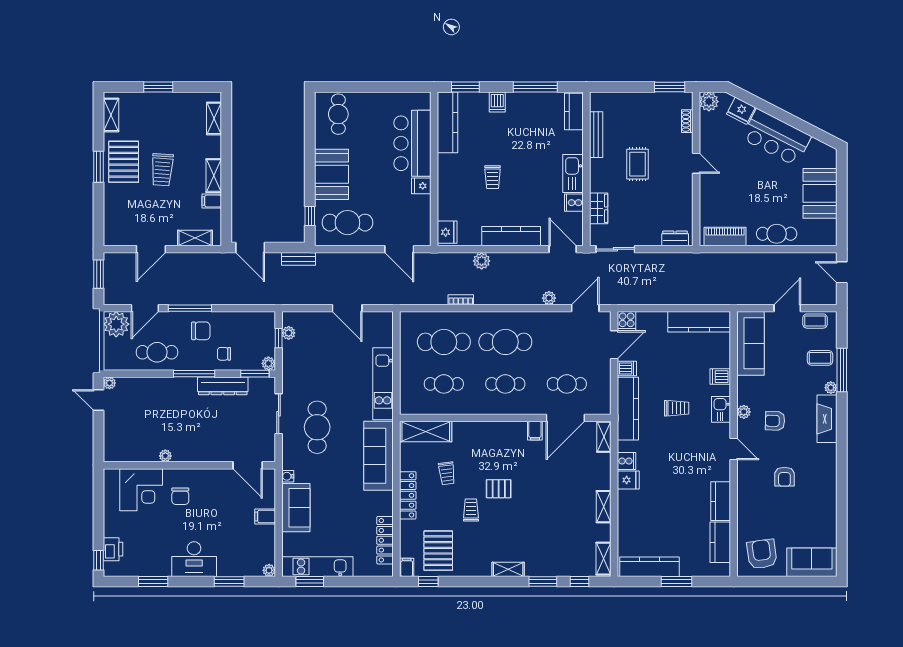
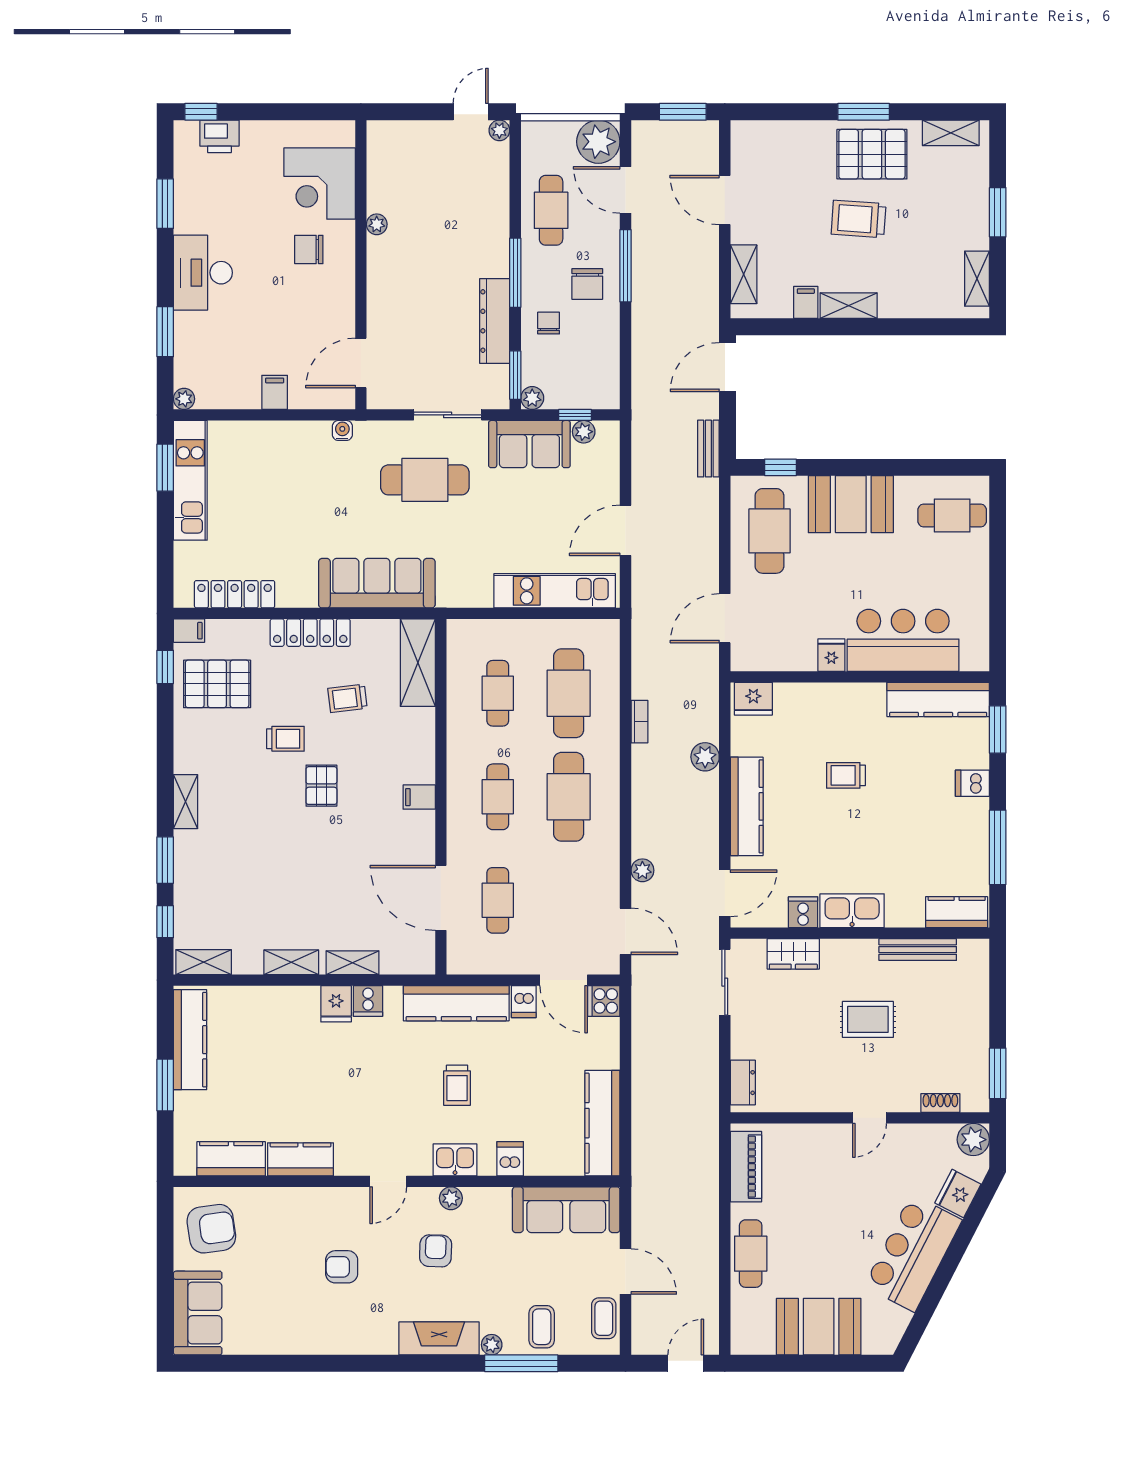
shelving: (214, 118) -> (977, 279), moved, turned 90
kitchen unit: (383, 384) -> (555, 591), moved
filing cabinet: (535, 431) -> (419, 797), moved
shelving: (604, 437) -> (352, 963), moved
sofa: (296, 508) -> (529, 444), moved

